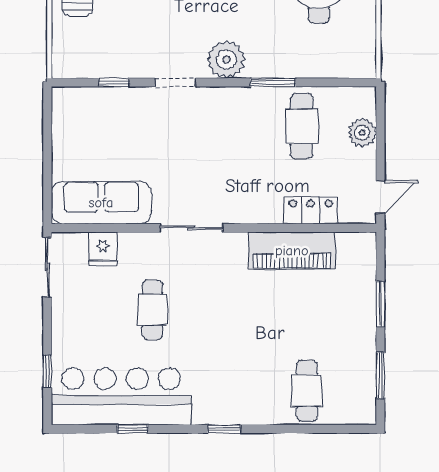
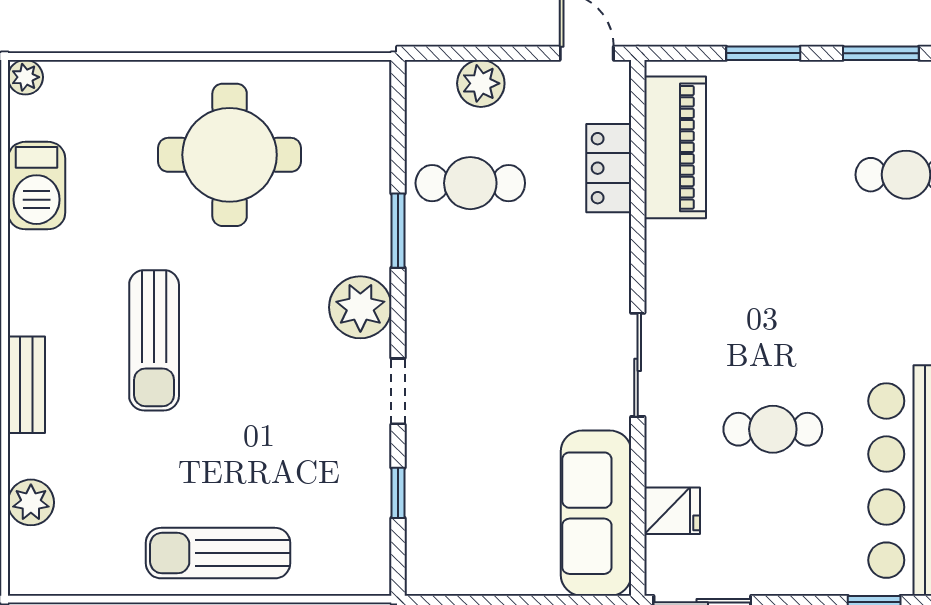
piano: (292, 251) -> (675, 147), moved

